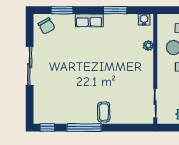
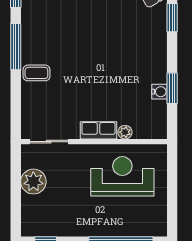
row of seats: (89, 20) -> (98, 130), moved, turned 90
water cooler: (144, 20) -> (159, 92), moved

